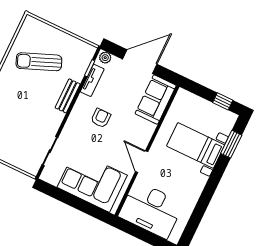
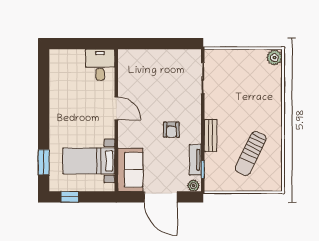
sun lounger: (39, 62) -> (251, 153), turned 138
door: (140, 62) -> (161, 197), hinge flipped
bed with nightstands: (196, 145) -> (89, 161), moved, turned 180
corner sofa: (92, 181) -> (152, 70), removed
desk: (151, 210) -> (100, 65), width x0.53, depth x0.77

